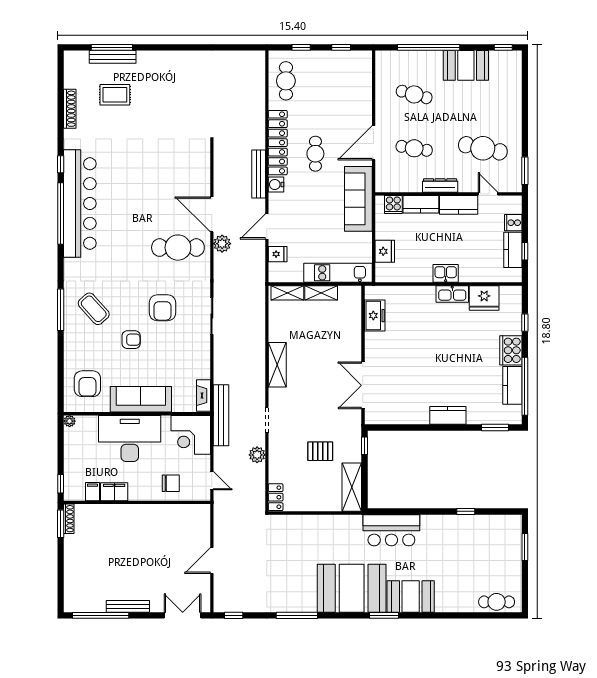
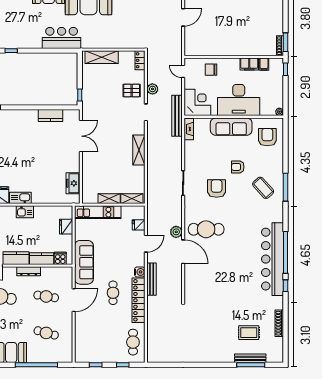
kitchen counter: (448, 415) -> (50, 116), moved
pallet: (320, 451) -> (132, 91), moved
shelving: (352, 487) -> (102, 57), moved, turned 90

